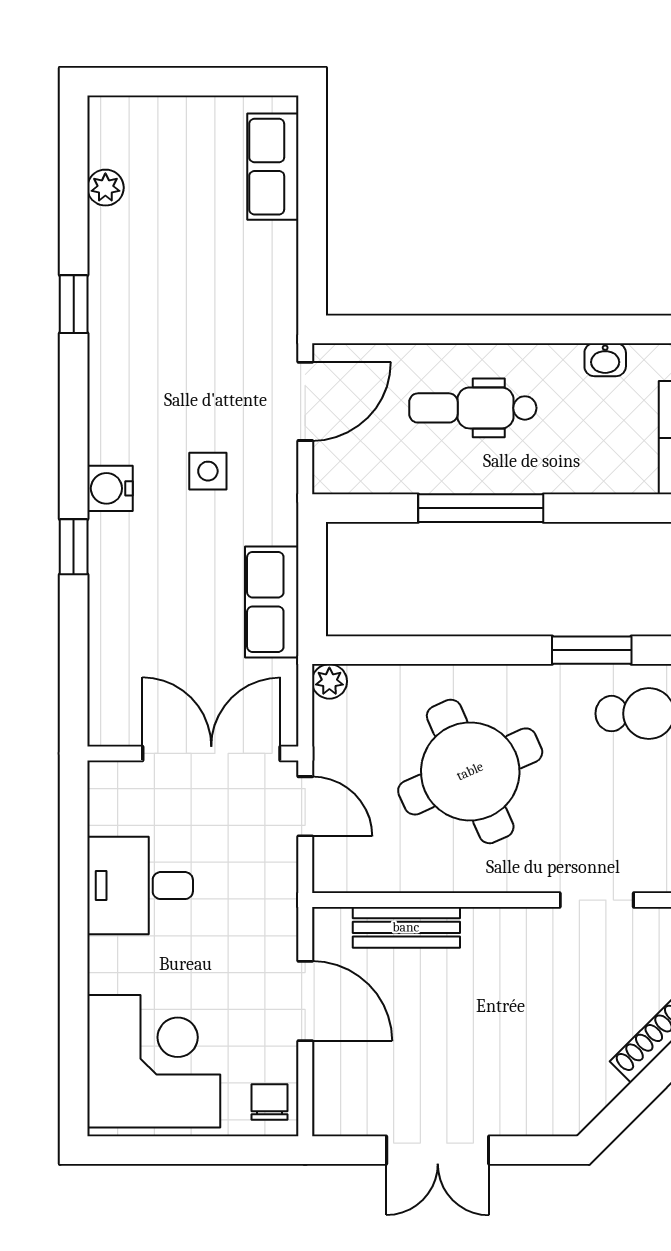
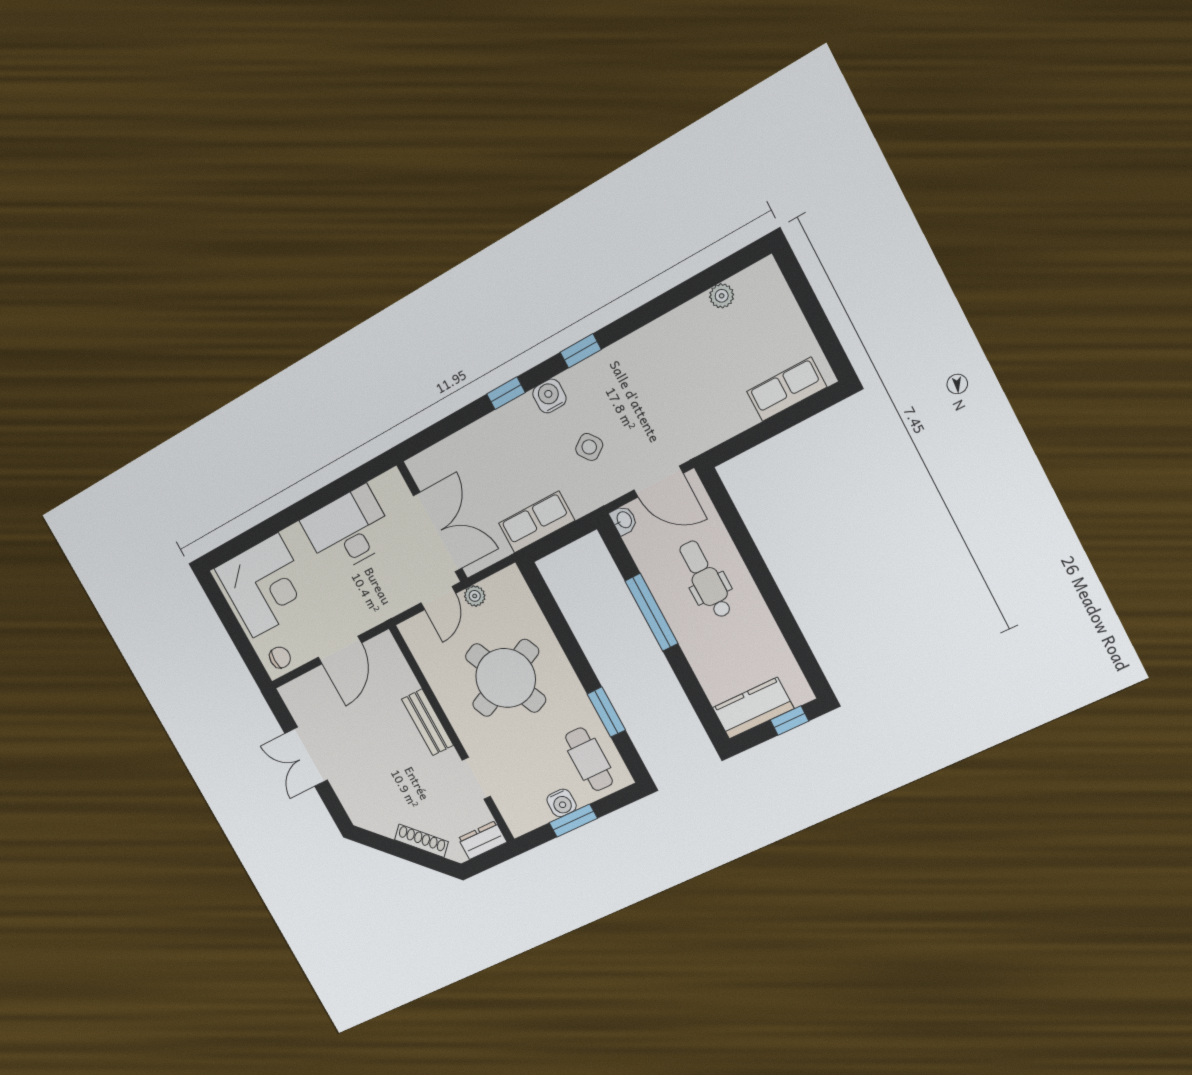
window: (74, 304) -> (581, 351), moved
washbasin: (605, 360) -> (624, 520), moved, turned 180
side table: (208, 471) -> (589, 447), turned -36
plant: (329, 681) -> (475, 596), moved
desk: (140, 886) -> (348, 530), width x1.37
bench: (406, 927) -> (427, 722), moved

